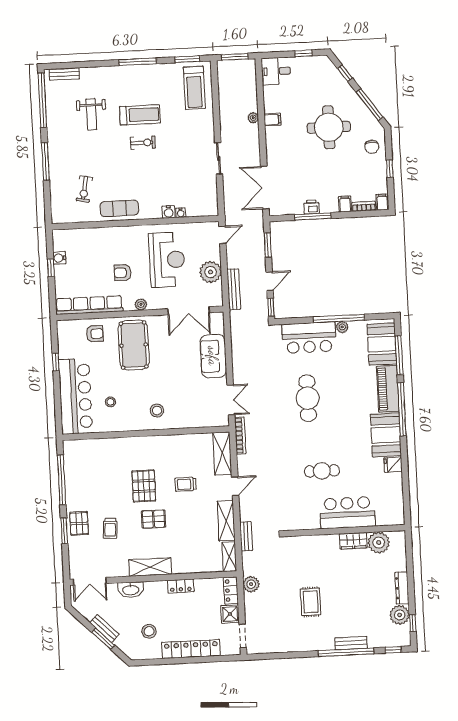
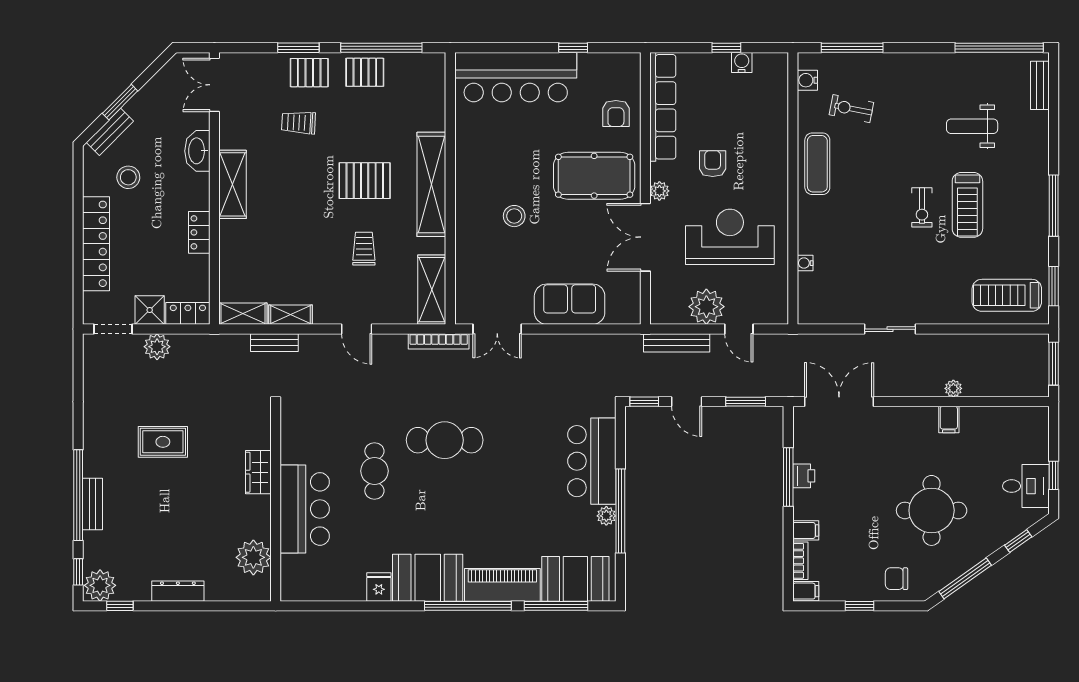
desk: (276, 71) -> (1026, 486), moved, turned 90
window: (45, 161) -> (852, 48), moved
water cooler: (169, 212) -> (807, 80), moved
door: (222, 235) -> (739, 329), moved
reception desk: (167, 260) -> (730, 237), turned 180
double door: (189, 311) -> (645, 237), moved
cafe table: (308, 398) -> (445, 440), moved
stool: (110, 402) -> (504, 133), removed
stool: (157, 411) -> (514, 216), moved
shelving: (144, 445) -> (431, 184), added
shelving: (222, 453) -> (432, 290), moved, turned 90
pallet: (154, 519) -> (365, 72), moved, turned 90
shelving: (226, 521) -> (290, 315), width x0.67, depth x0.75
wardrobe: (353, 541) -> (258, 472), moved
plant: (251, 584) -> (157, 347), moved
plant: (400, 615) -> (100, 585), moved
bench: (104, 628) -> (110, 132), moved

